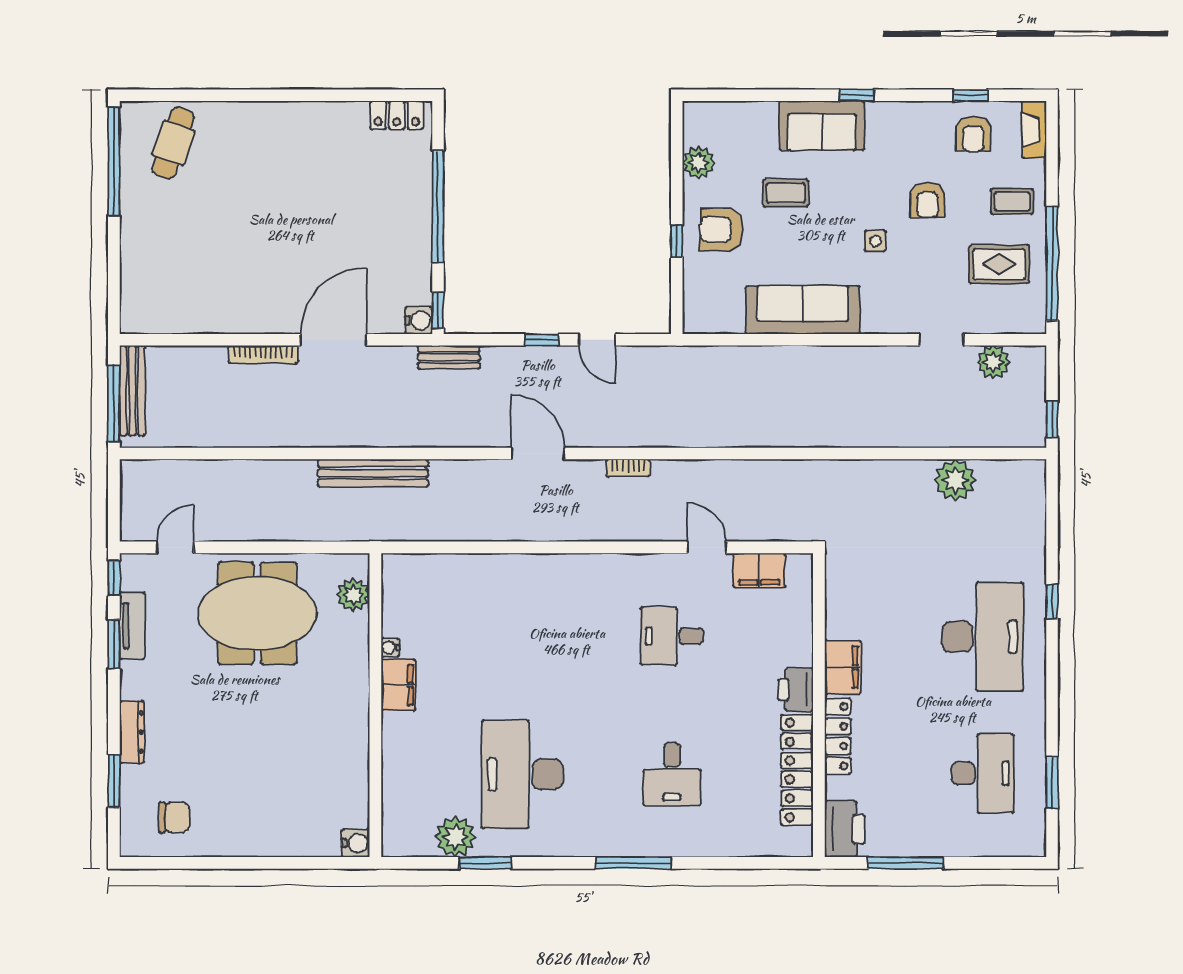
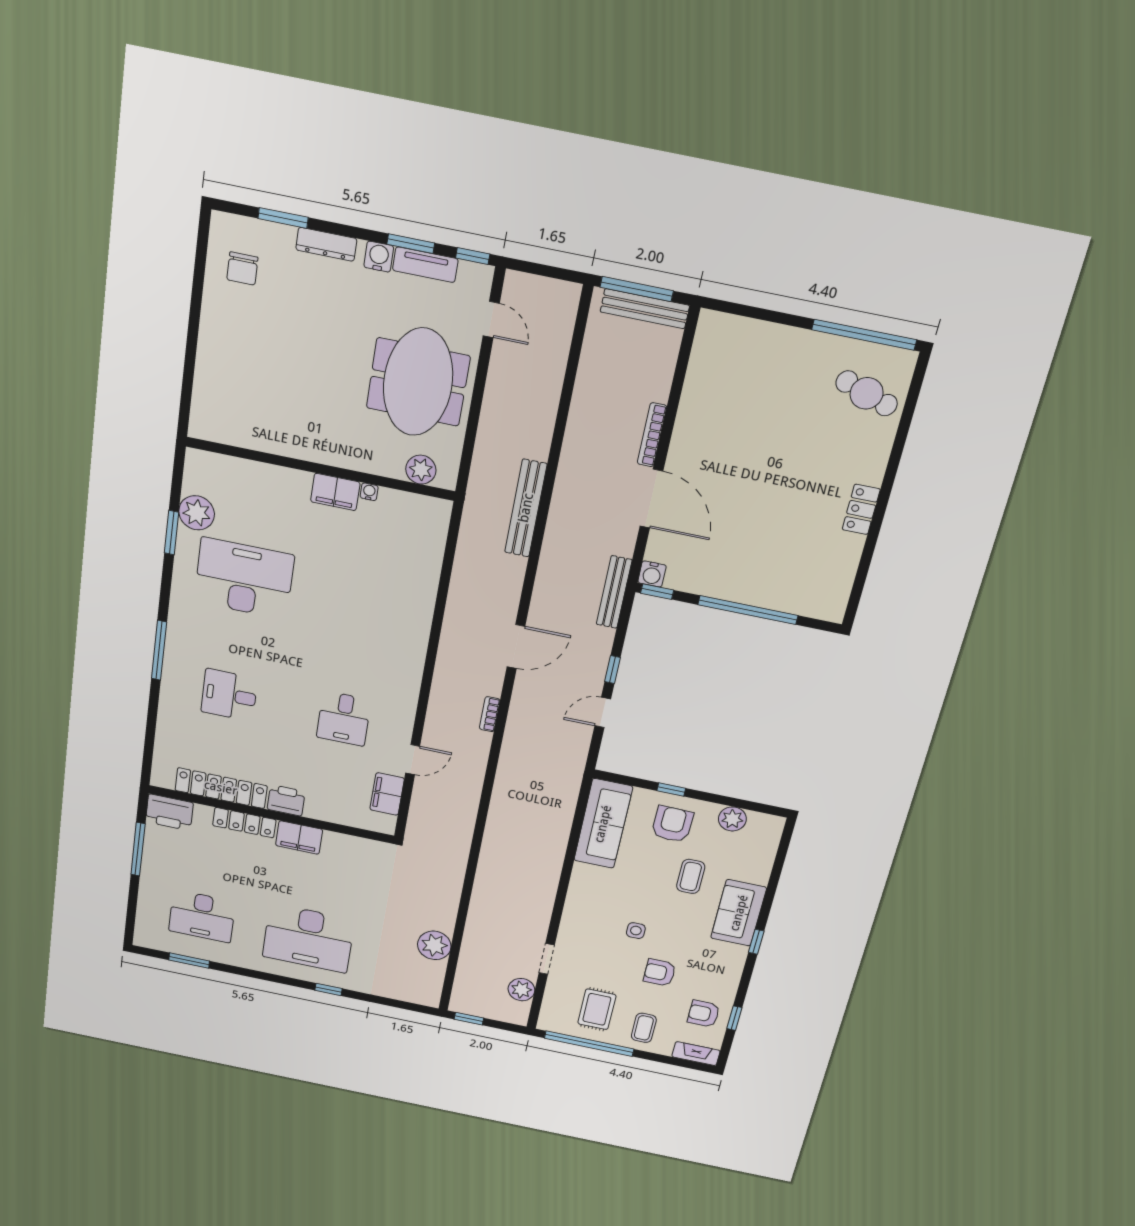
locker: (397, 115) -> (861, 509), moved
sofa: (803, 310) -> (603, 824), moved
bench: (449, 357) -> (614, 592), width x1.36
desk: (672, 636) -> (344, 719), turned 180
water cooler: (356, 843) -> (379, 257), moved, turned 180

